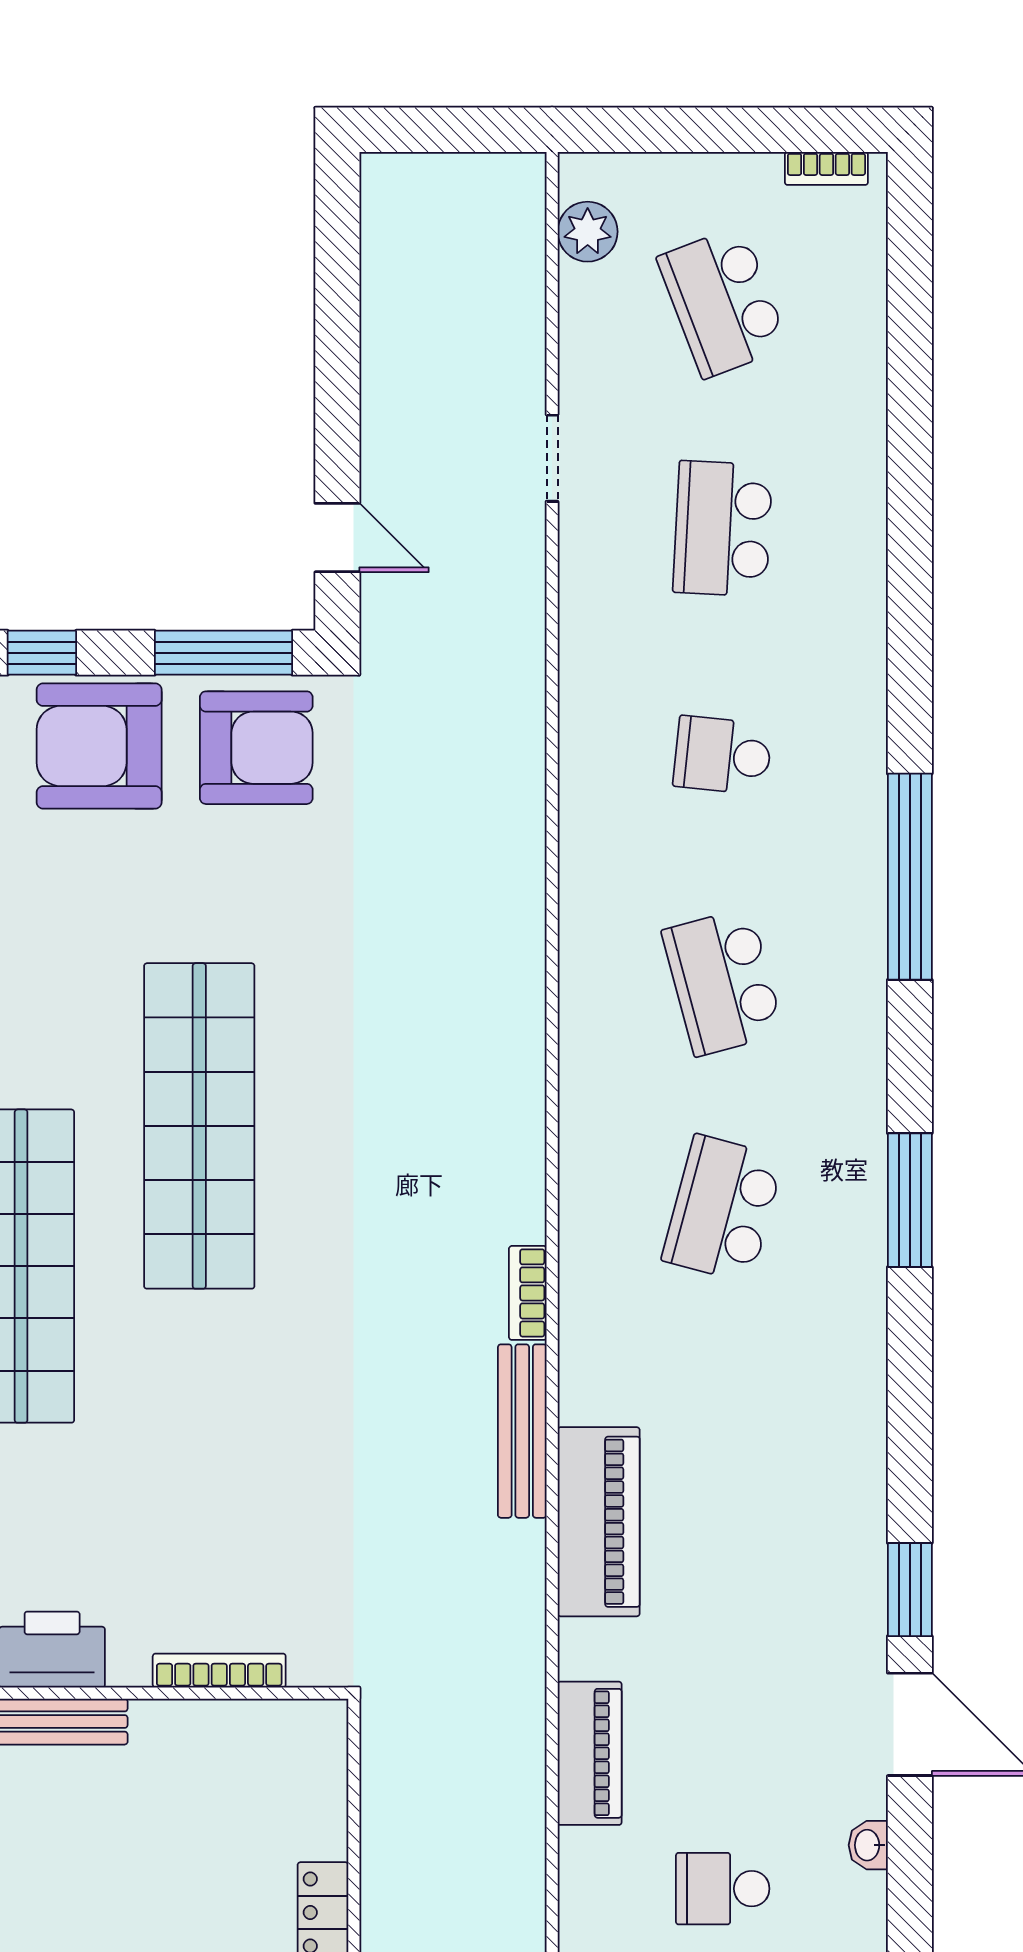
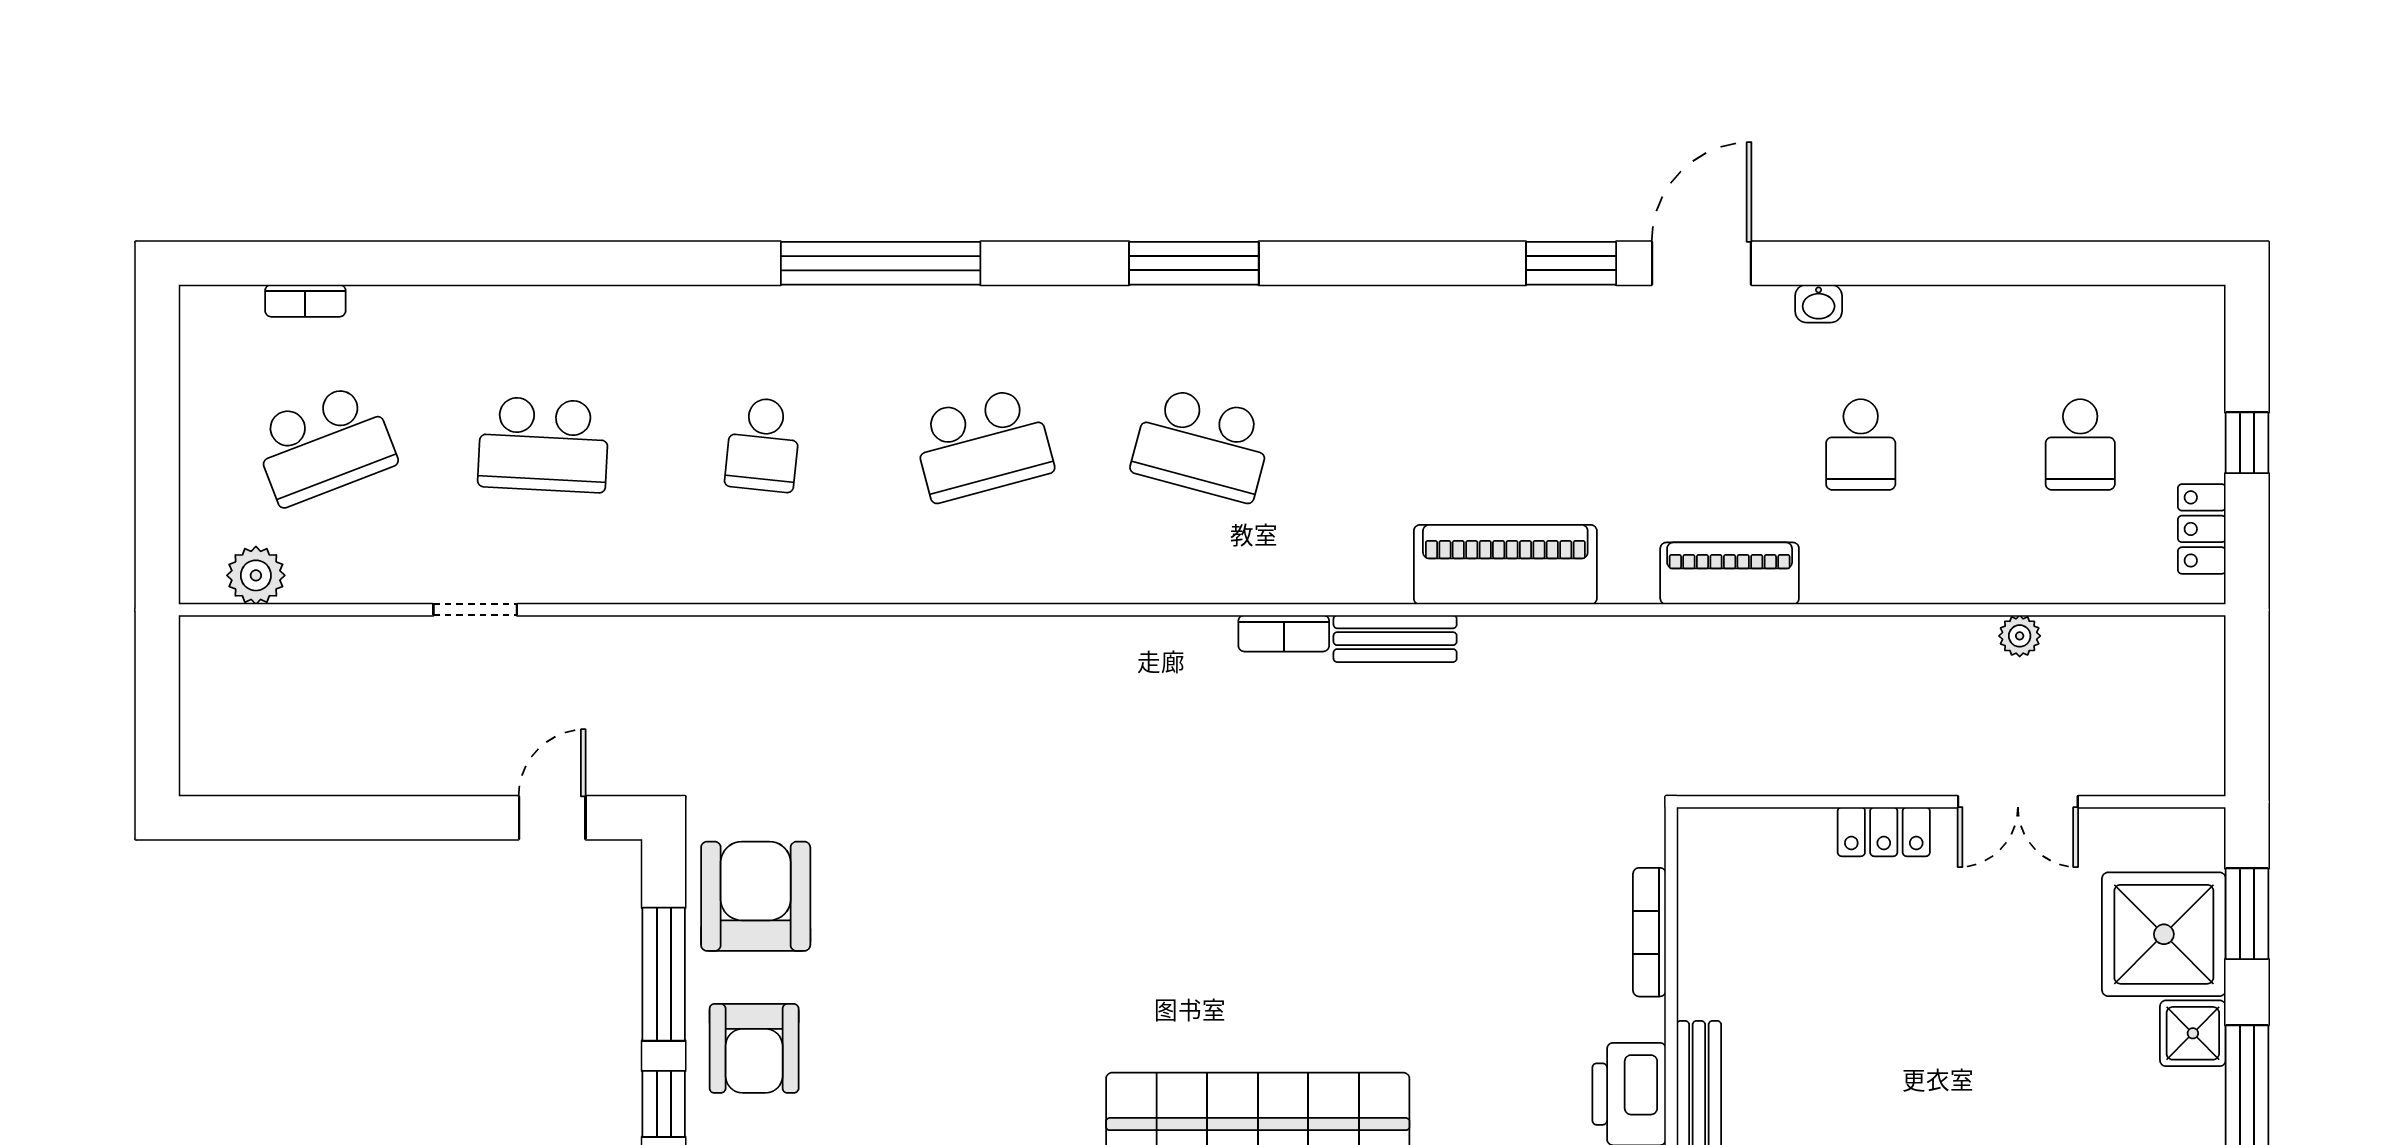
bookcase: (826, 168) -> (305, 301), moved, turned 90
window: (223, 653) -> (664, 974), moved
armchair: (99, 746) -> (754, 1048), width x0.73, depth x0.73
shop shelf: (199, 1126) -> (1122, 951), removed
bench: (522, 1431) -> (1395, 639), width x0.73

